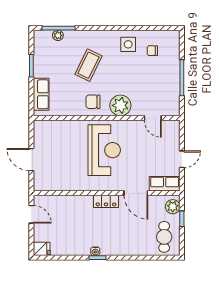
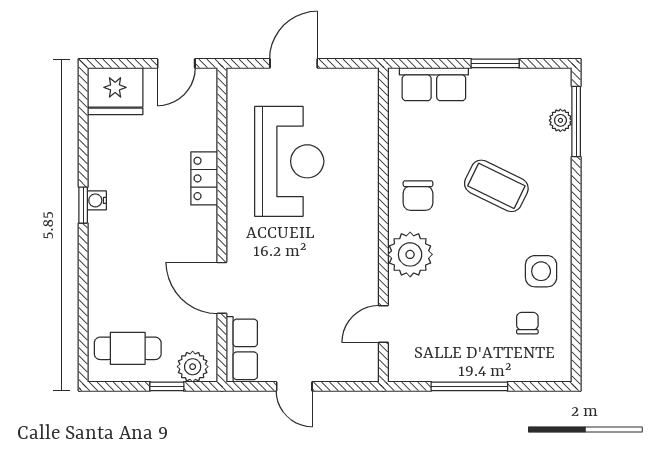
chair: (93, 102) -> (418, 196), turned 180
reception desk: (104, 150) -> (289, 161), moved, turned -90
door: (136, 193) -> (222, 288), hinge flipped
locker: (106, 201) -> (204, 178), moved
fridge: (42, 249) -> (115, 91), width x1.88, depth x1.34

